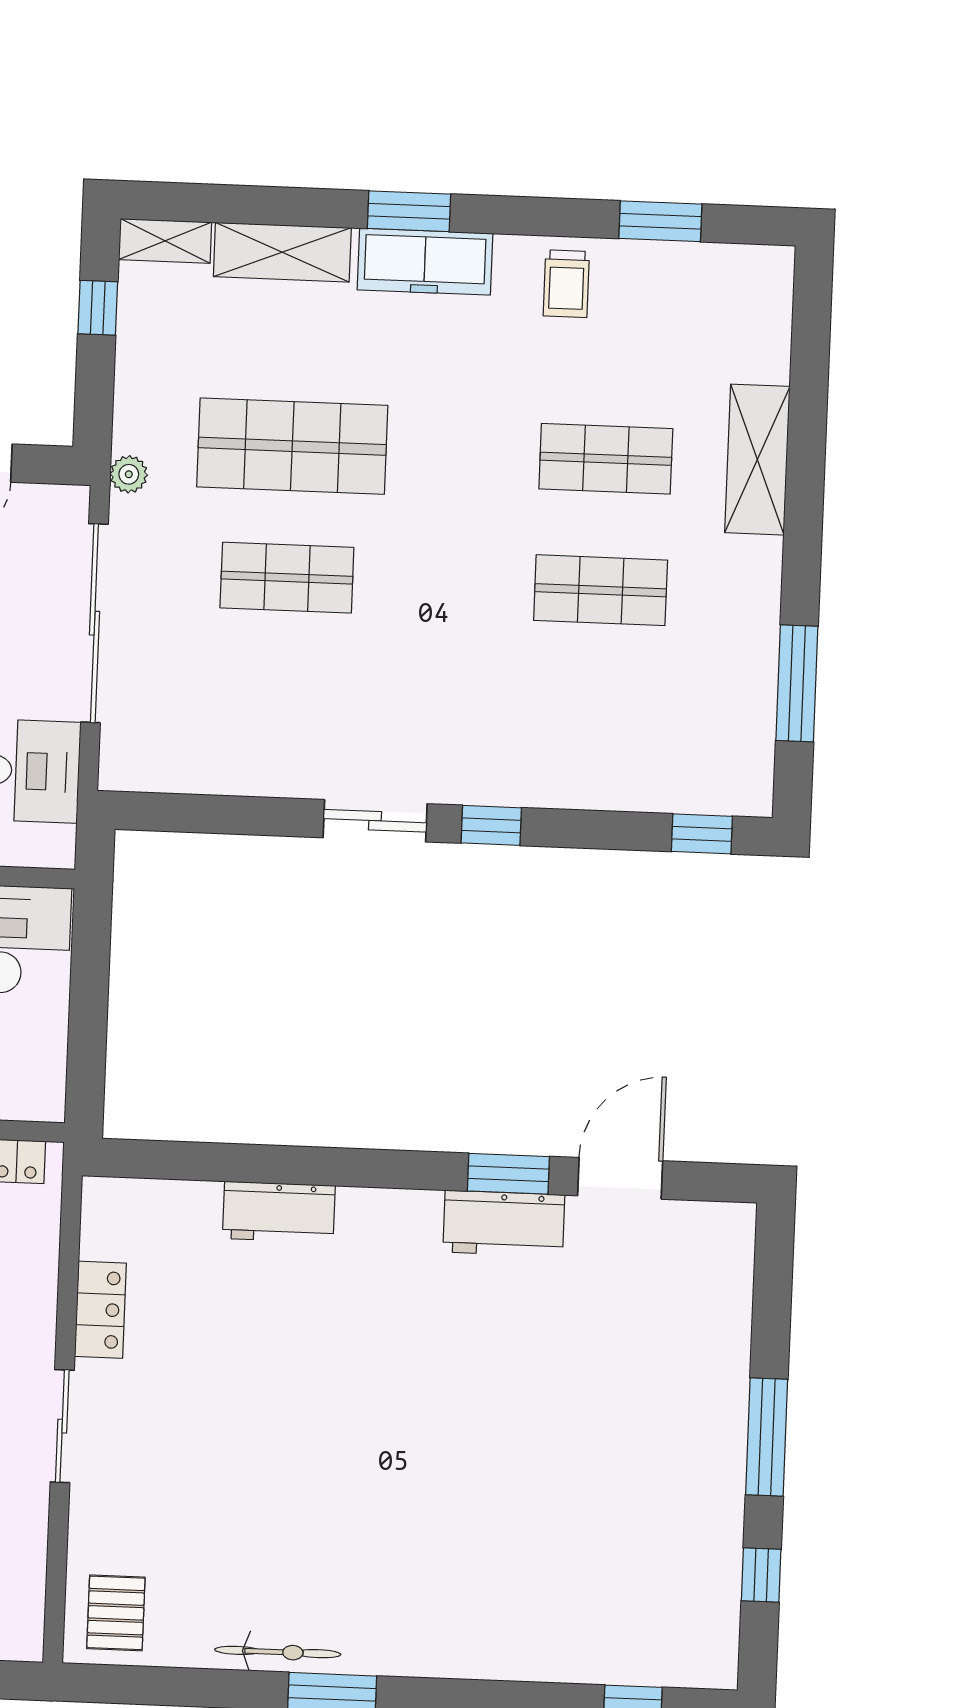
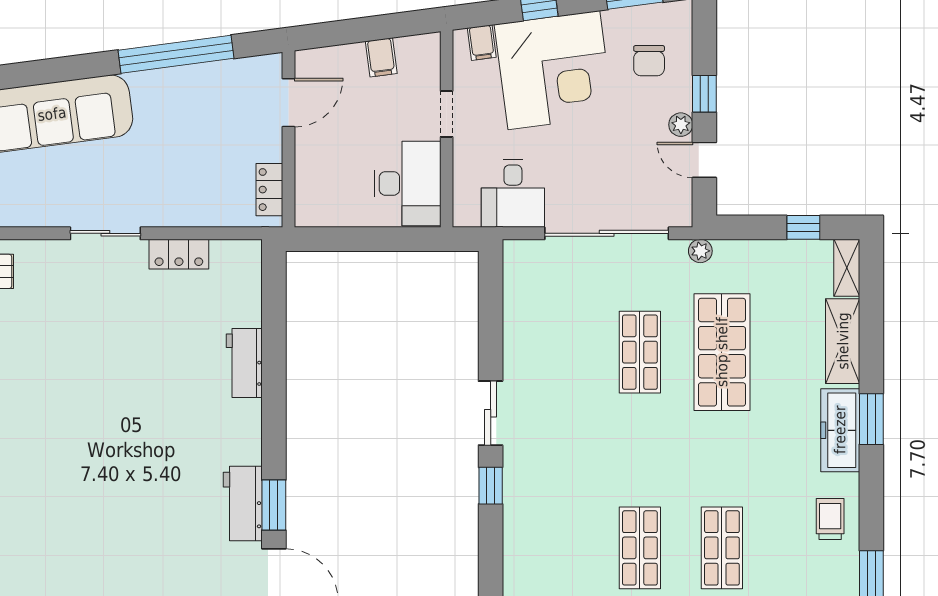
trolley: (566, 284) -> (830, 519), turned 90

